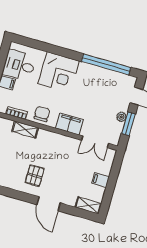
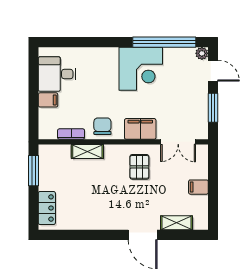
corner desk: (59, 72) -> (141, 69), moved
plant: (121, 117) -> (202, 53), moved
pallet: (35, 176) -> (139, 167), moved
shelving: (88, 205) -> (177, 223), moved

